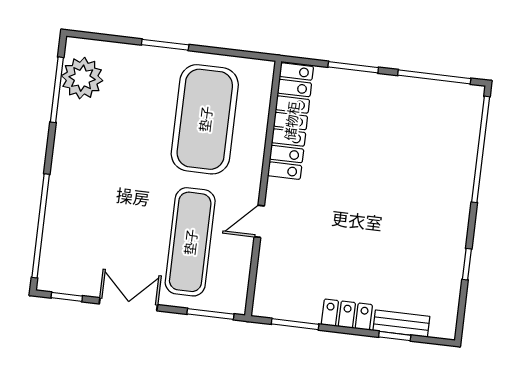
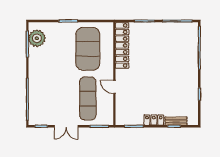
door: (259, 221) -> (114, 87), hinge flipped
double door: (128, 304) -> (66, 126), swing flipped

